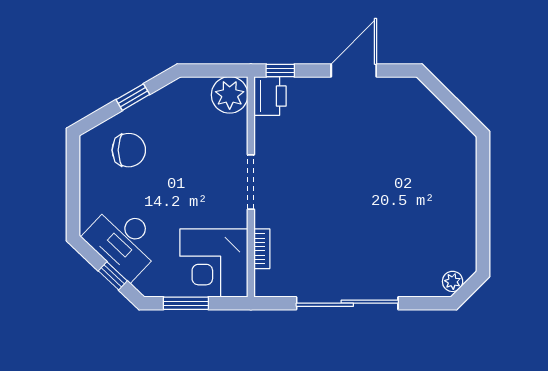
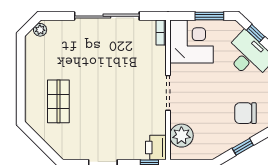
plant: (230, 95) -> (181, 136), moved
shop shelf: (424, 169) -> (58, 101), added
bookcase: (262, 249) -> (161, 33), moved

